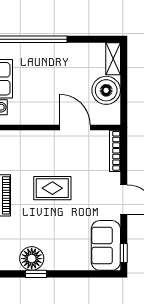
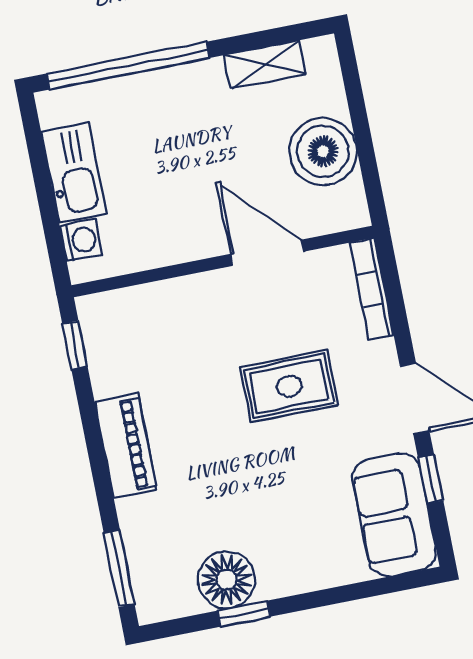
shelving: (113, 59) -> (265, 64), moved, turned 90
rug: (52, 188) -> (289, 386), moved
window: (124, 253) -> (431, 479), moved

